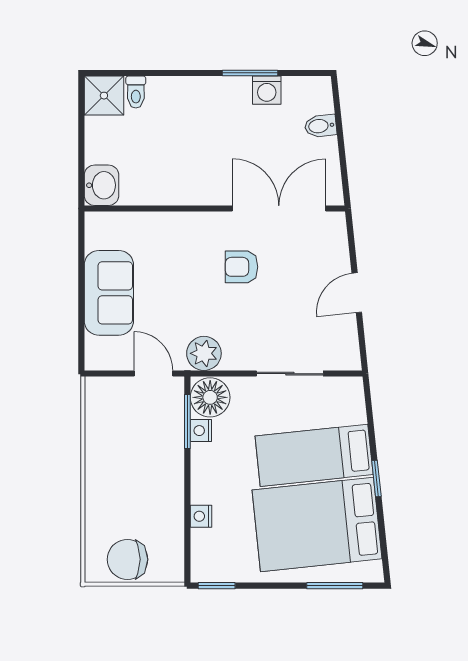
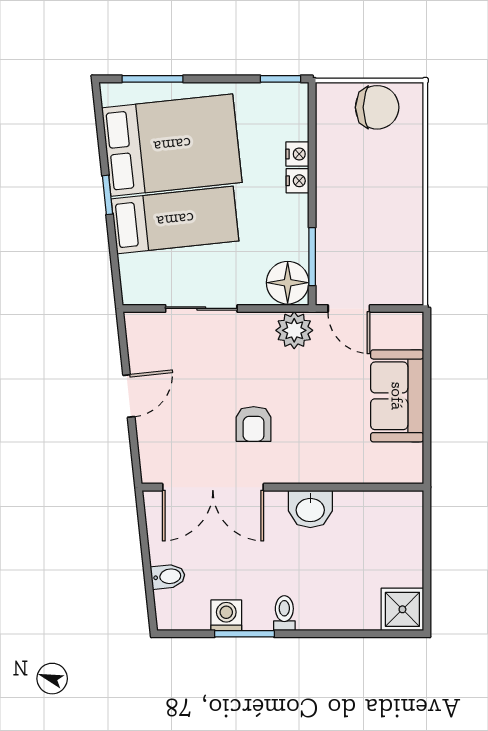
toilet: (136, 92) -> (284, 613), moved
washbasin: (102, 185) -> (310, 509), moved, turned -90
armchair: (242, 267) -> (254, 424), turned 90
nightstand: (201, 431) -> (298, 181), moved

